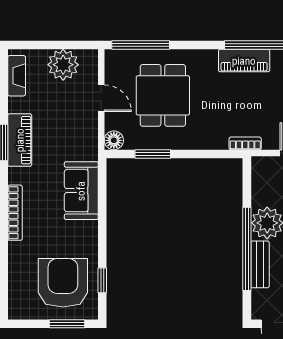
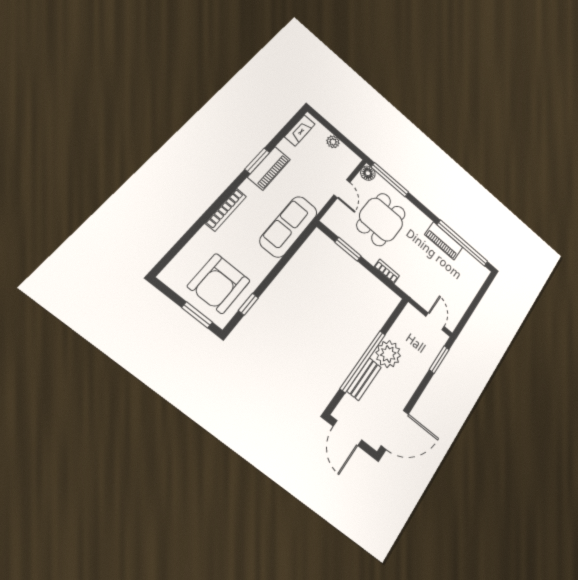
plant: (63, 65) -> (333, 142), width x0.53, depth x0.53
floor lamp: (114, 140) -> (368, 173), moved
bookcase: (245, 143) -> (387, 271), moved
sofa: (81, 191) -> (289, 227), width x1.36
armchair: (63, 283) -> (219, 284), turned 180

